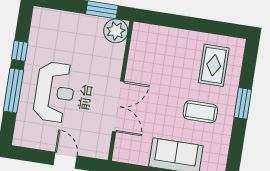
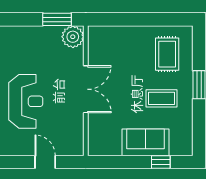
double door: (118, 106) -> (86, 89), moved

